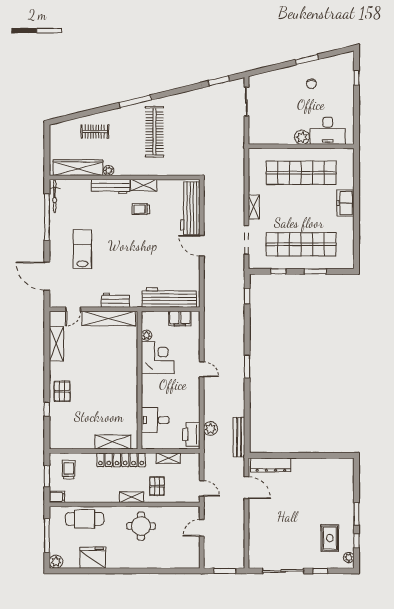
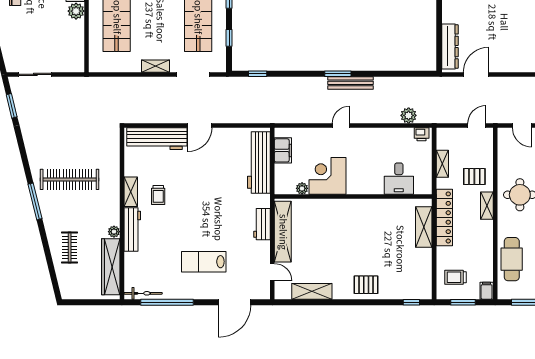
window: (47, 409) -> (411, 302), moved
printer: (191, 434) -> (422, 134), width x0.53, depth x0.68
bench: (239, 437) -> (351, 83), moved

